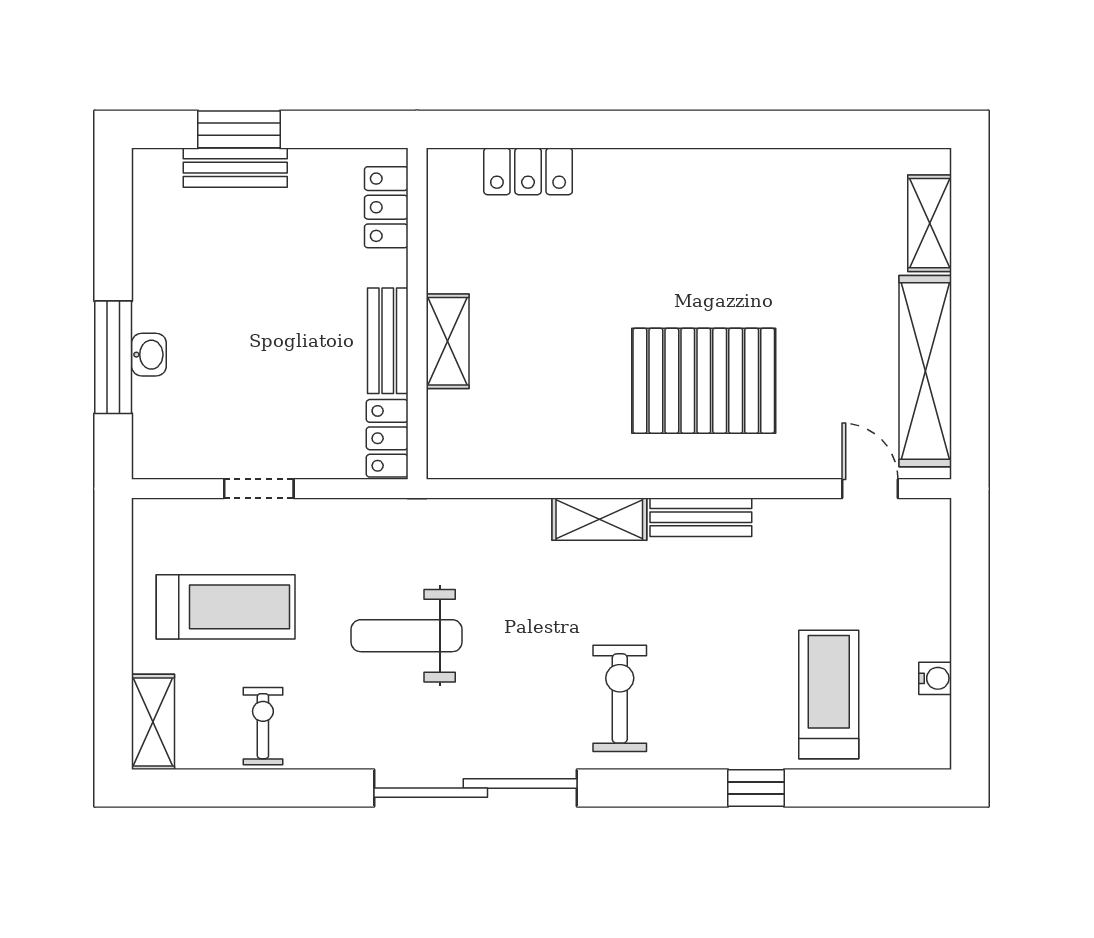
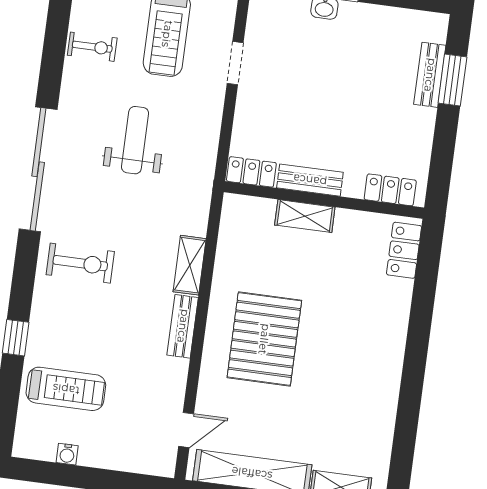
locker: (386, 207) -> (390, 190), moved
wall: (417, 314) -> (324, 200), moved
bench: (388, 341) -> (310, 180), moved
shelving: (448, 341) -> (305, 216), moved
locker: (387, 438) -> (251, 172), moved

